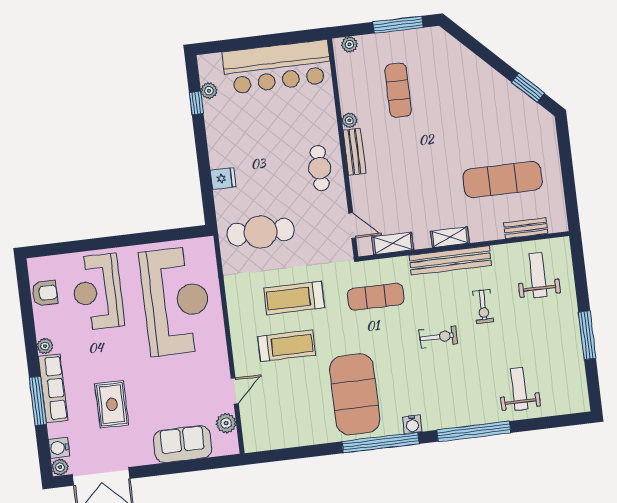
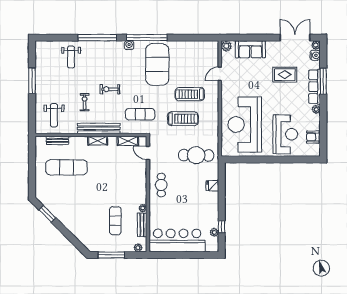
bench: (354, 152) -> (142, 225), moved
rug: (112, 404) -> (285, 75), turned 90
plant: (226, 423) -> (226, 46), moved

